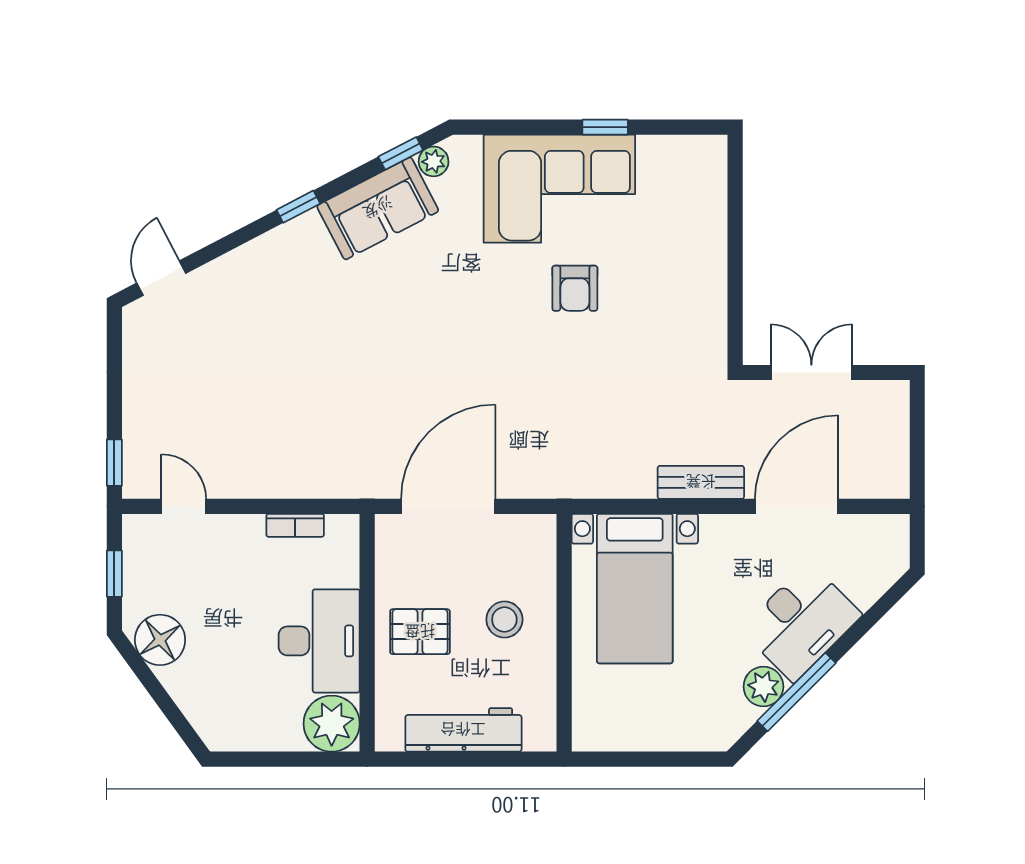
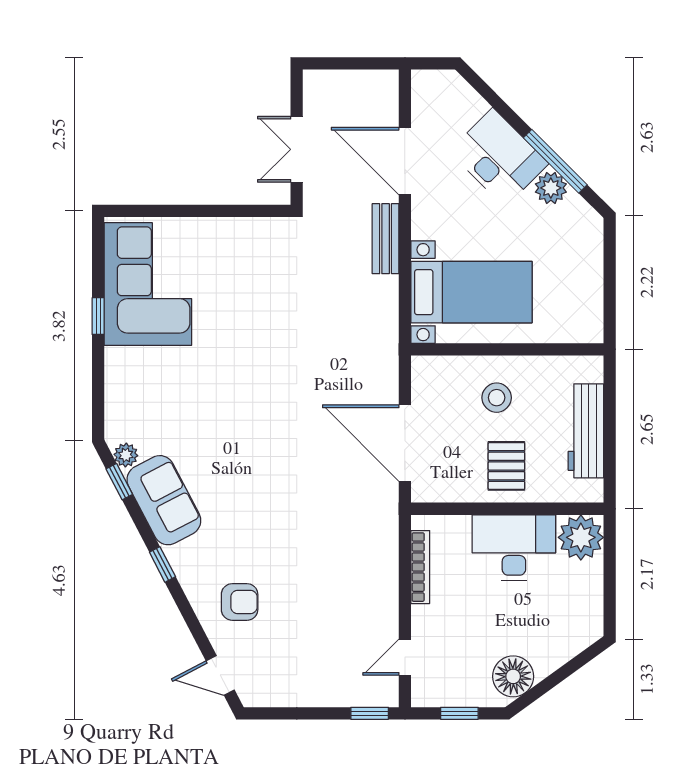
corner sofa: (559, 189) -> (148, 284), moved
armchair: (575, 288) -> (240, 602), moved
bookcase: (295, 525) -> (420, 567), width x1.56

